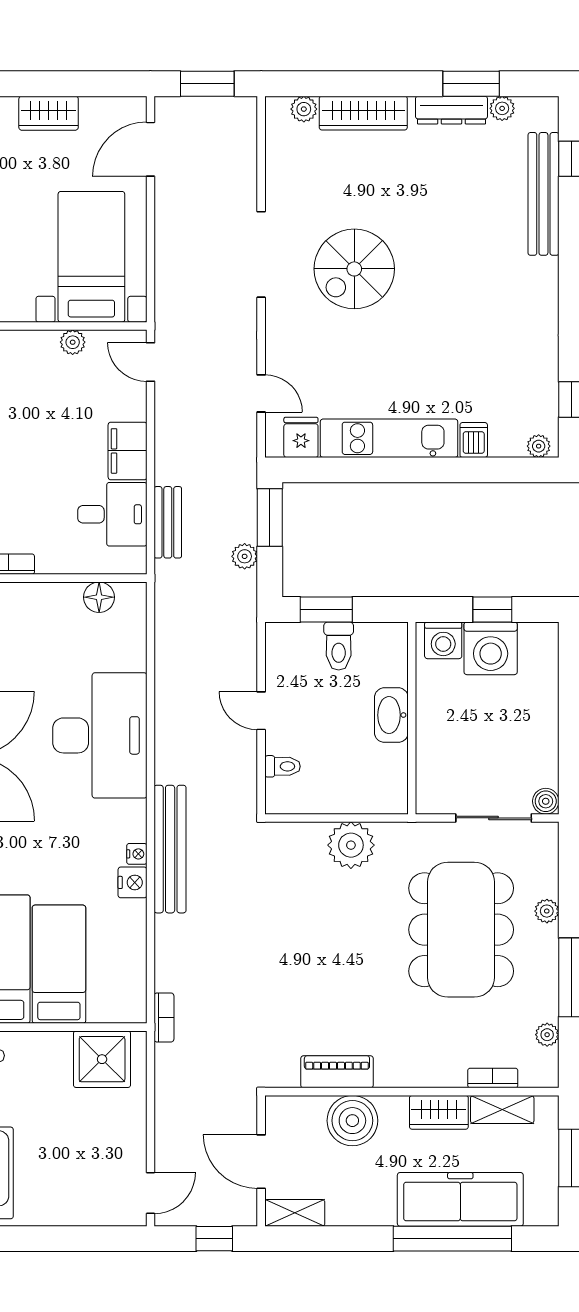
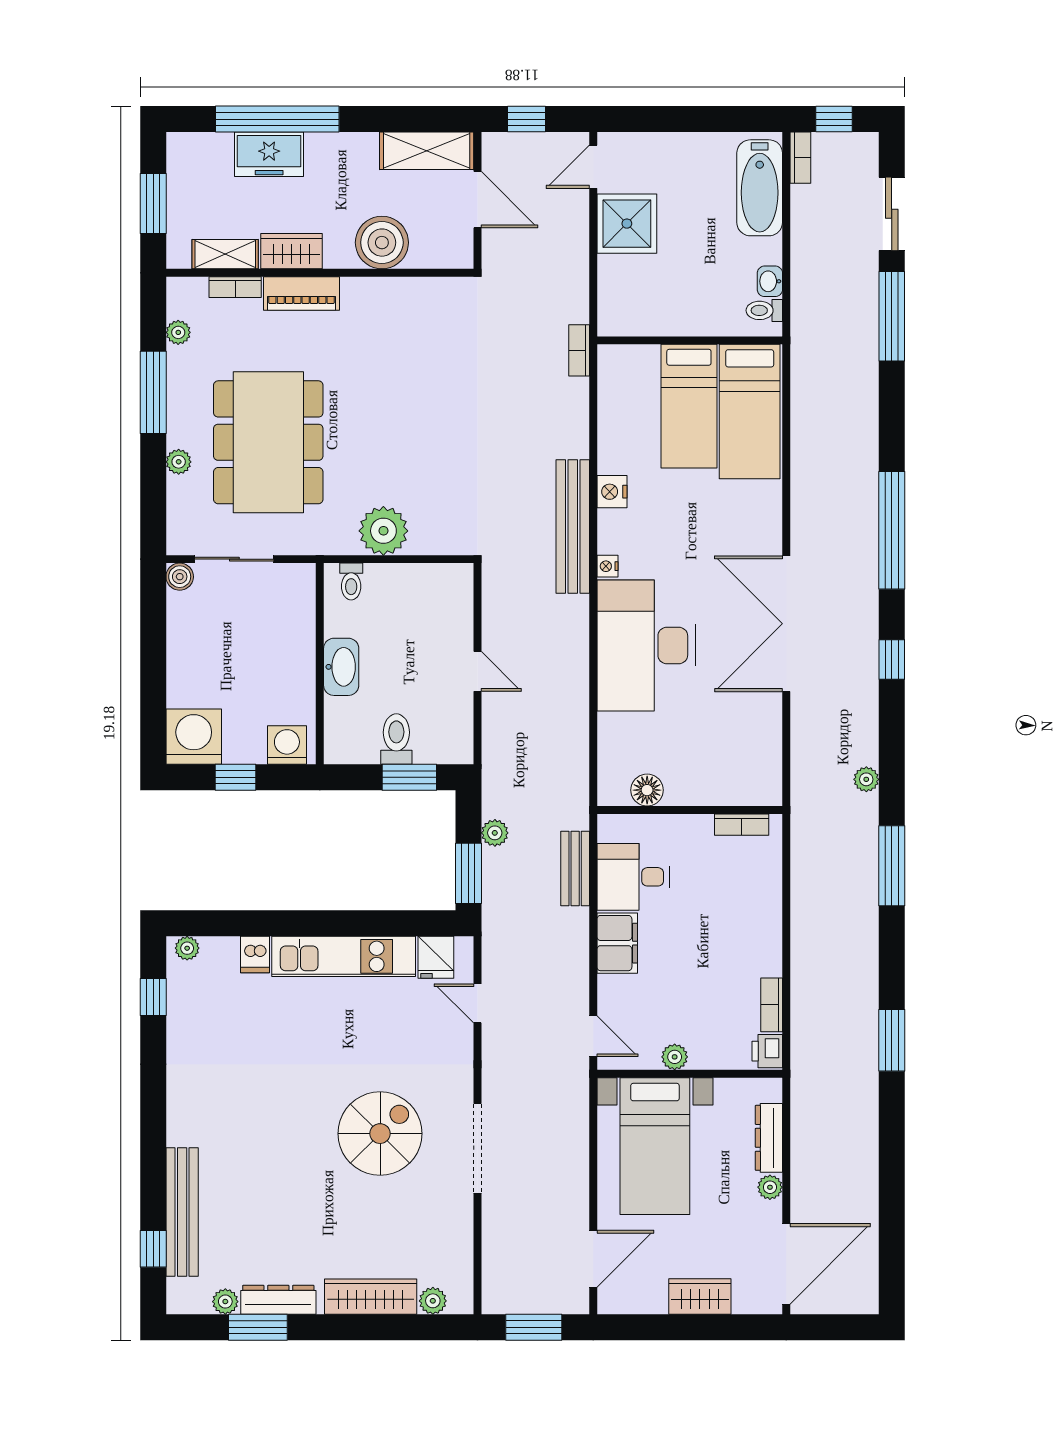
washing machine: (491, 648) -> (194, 737), moved
toilet: (283, 766) -> (351, 581), moved, turned -90
nightstand: (137, 854) -> (608, 566), moved
shower: (102, 1059) -> (627, 224), moved
piano: (337, 1072) -> (302, 294), moved
freezer: (460, 1199) -> (269, 154), width x0.52, depth x0.79
shelving: (295, 1213) -> (427, 151), width x1.50, depth x1.33

